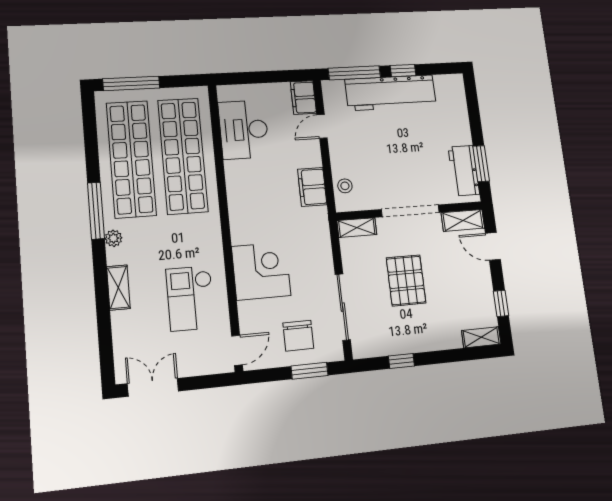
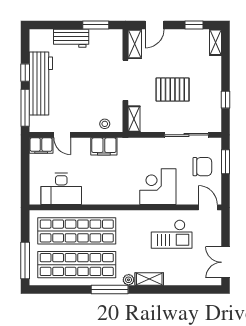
workbench: (464, 171) -> (71, 38), moved
shelving: (118, 288) -> (149, 279), moved

